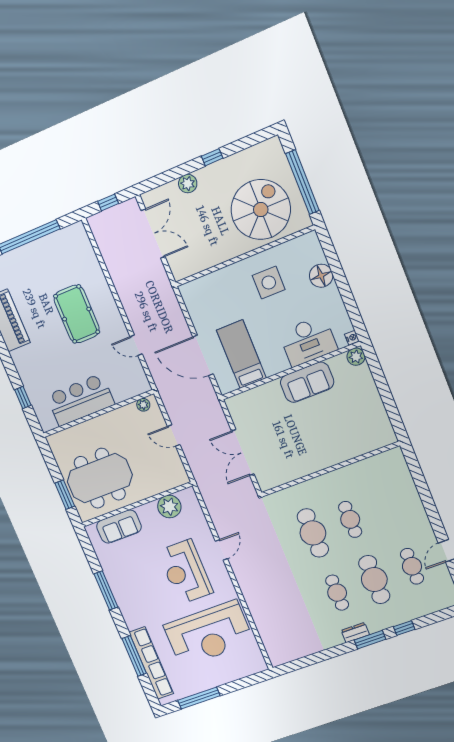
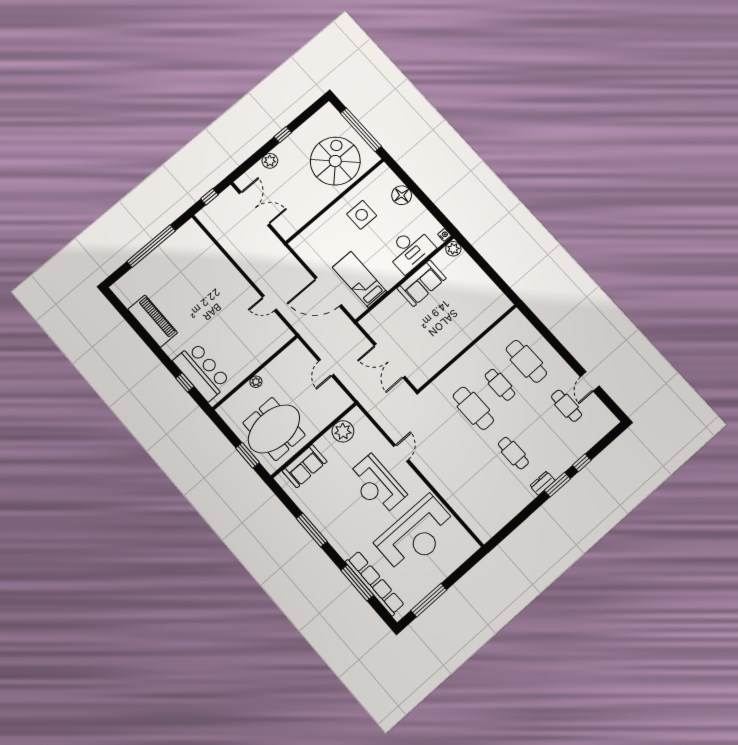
pool table: (77, 314) -> (211, 295), removed
bar counter: (80, 400) -> (202, 371), moved, turned 90
plant: (143, 405) -> (256, 382), moved
door: (174, 435) -> (326, 368), hinge flipped
cafe table: (374, 580) -> (526, 361), moved

